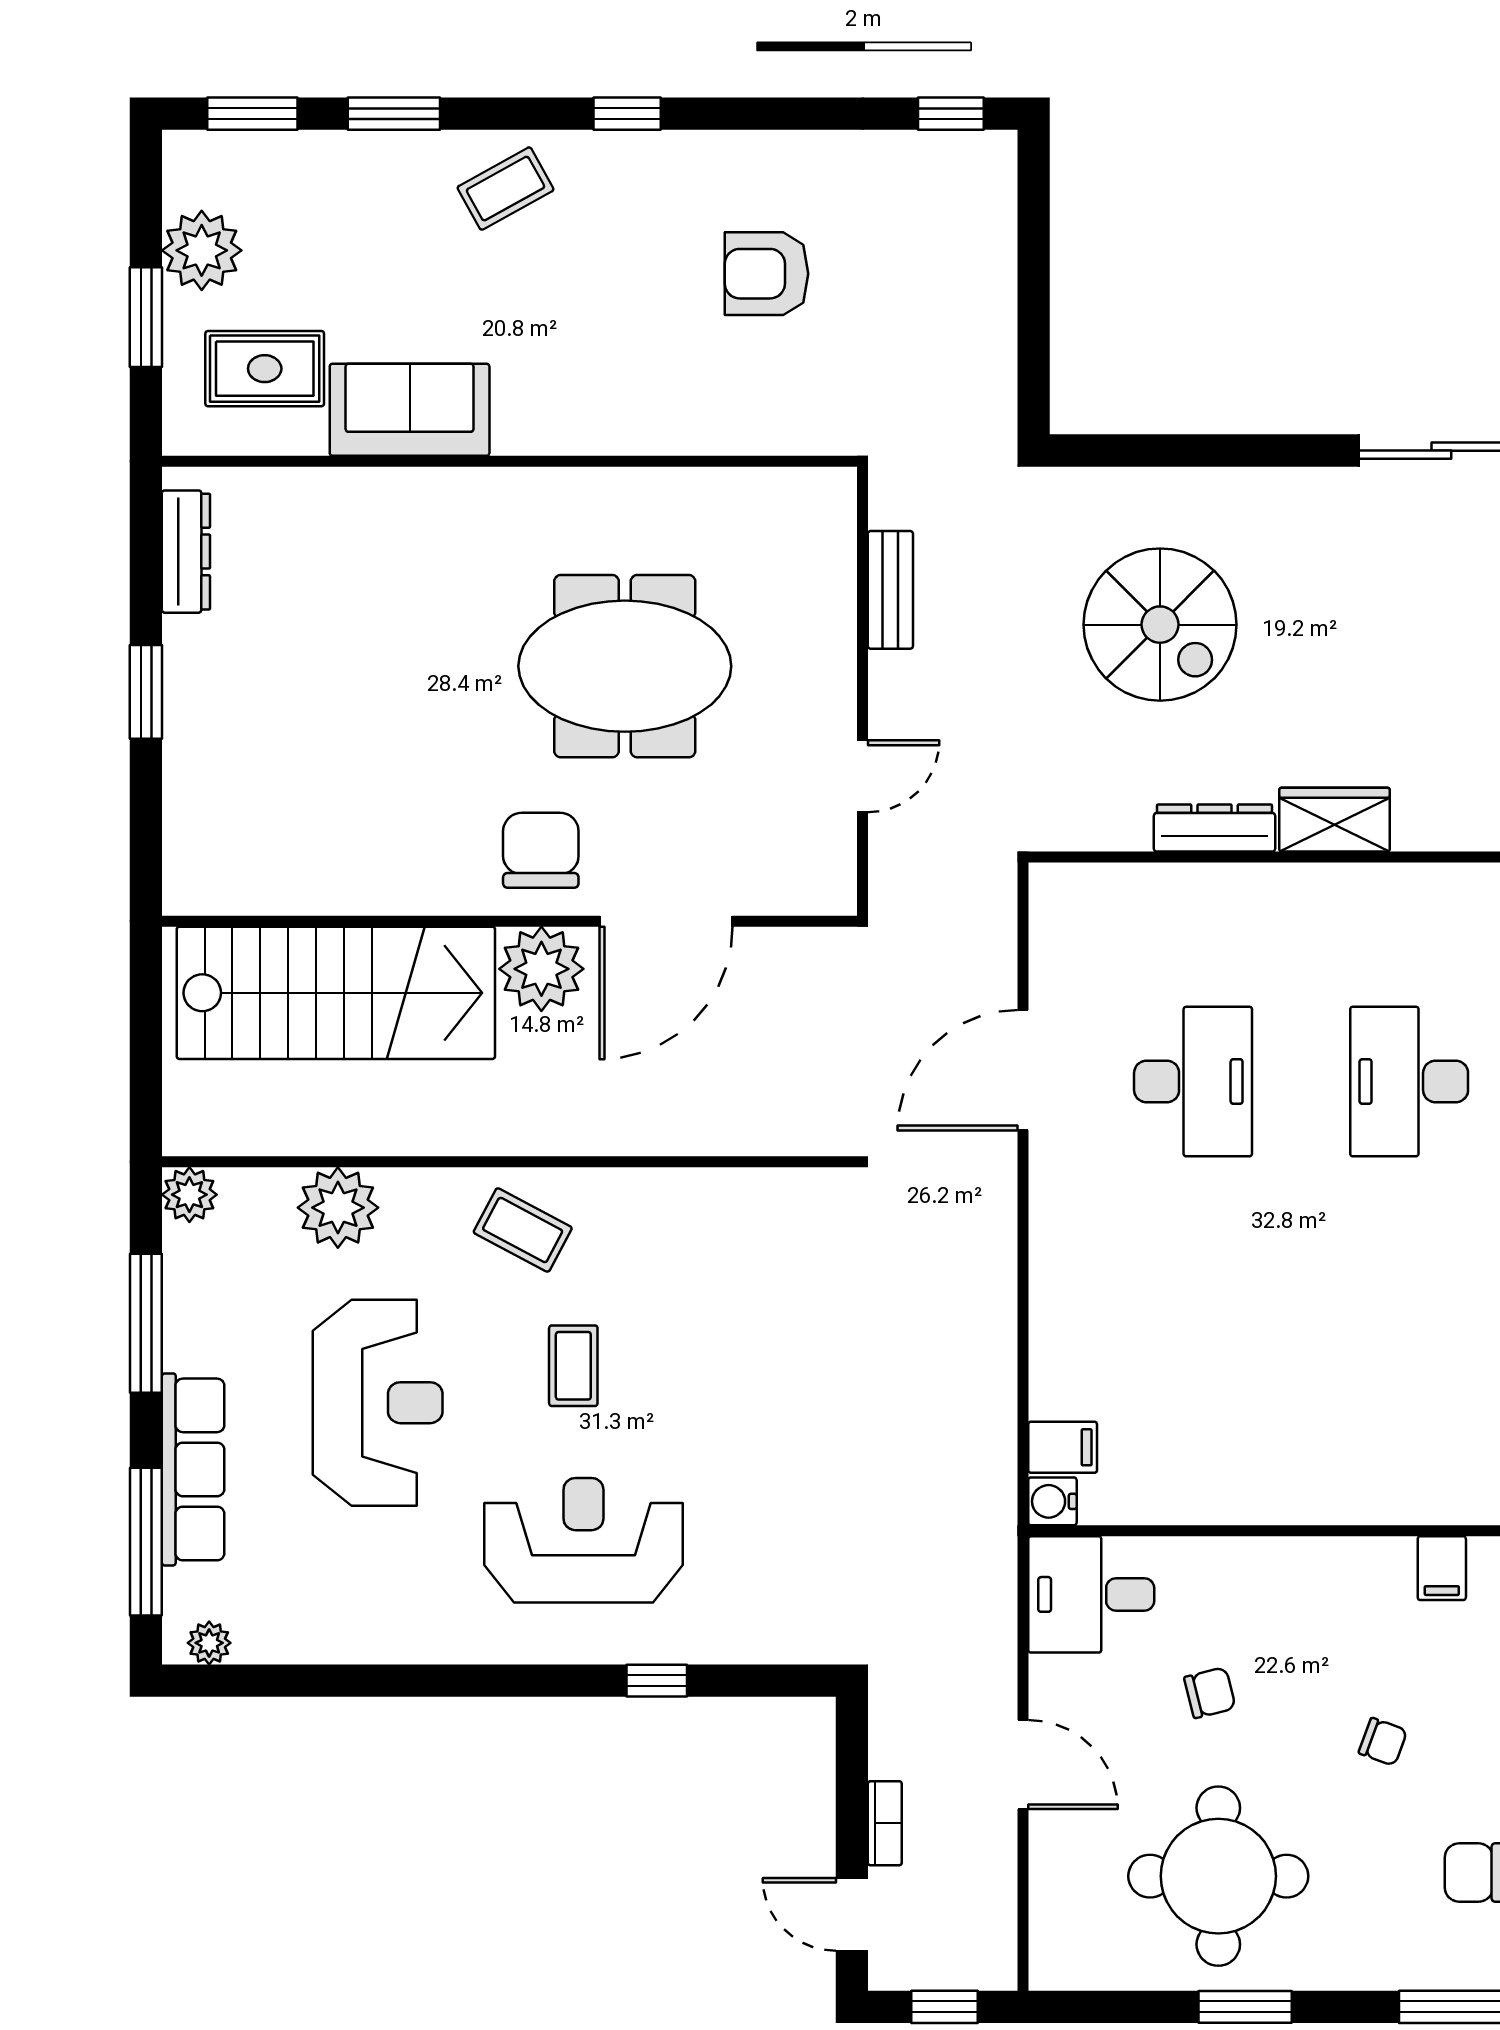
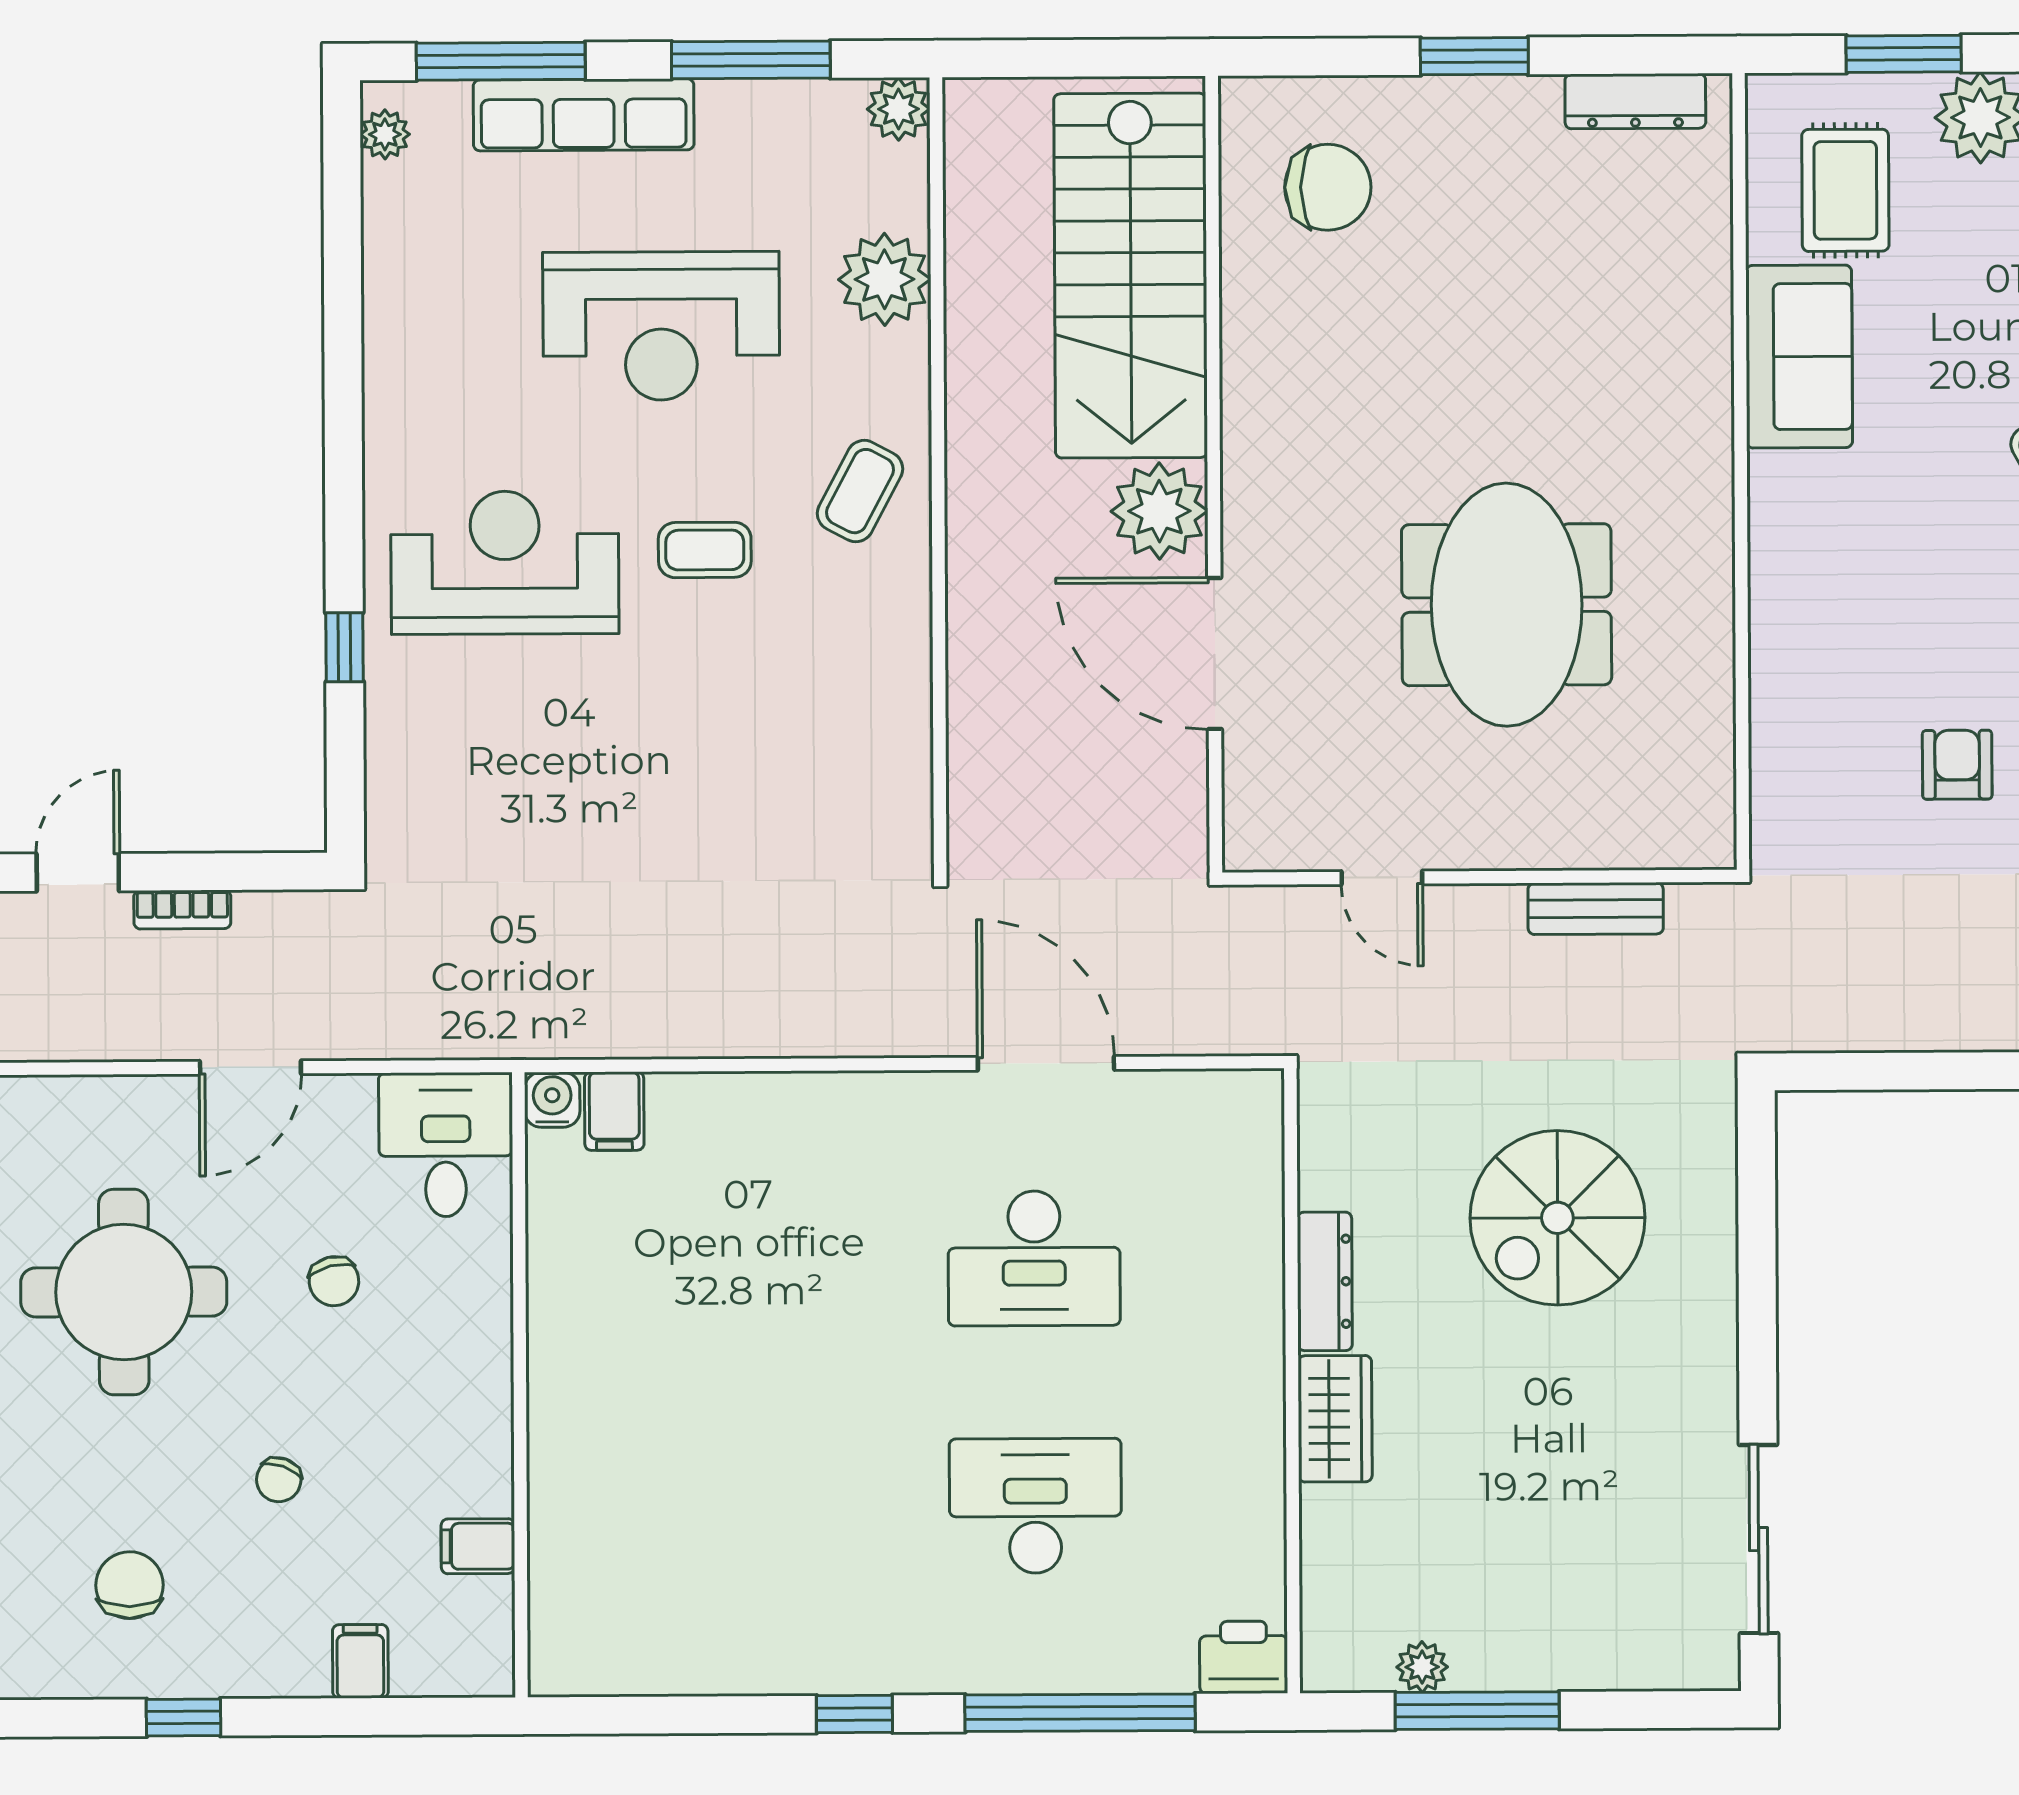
armchair: (766, 274) -> (1957, 765), width x0.72, depth x0.72
chair: (541, 850) -> (1328, 187), moved
reception desk: (583, 1540) -> (505, 563), turned -90

